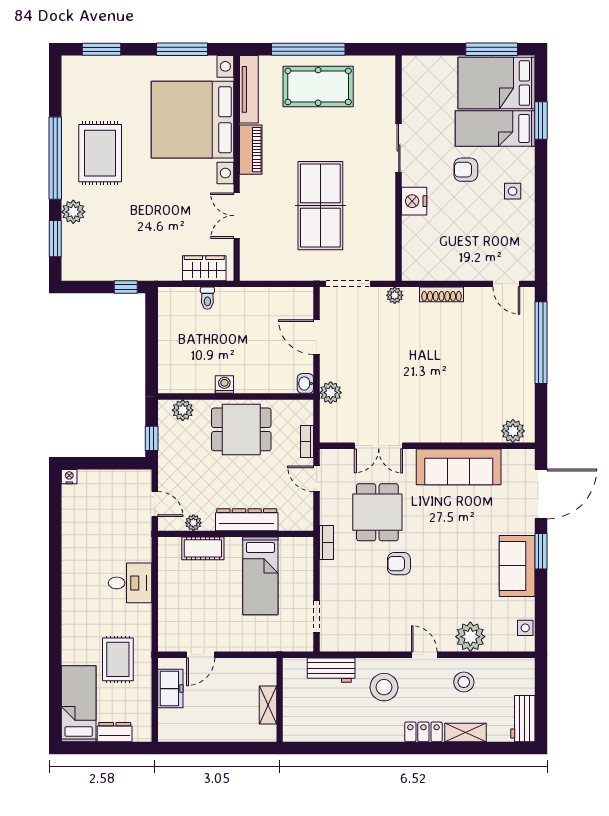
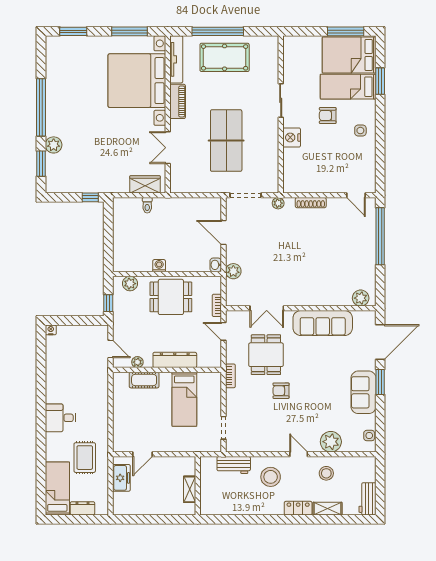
rug: (100, 153) -> (72, 104), removed
desk: (130, 583) -> (60, 418), moved, turned 180

